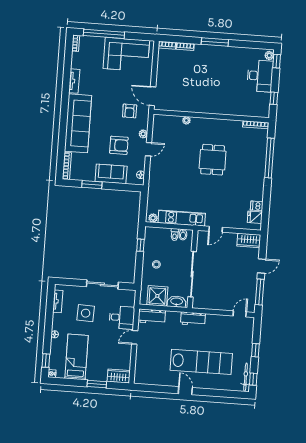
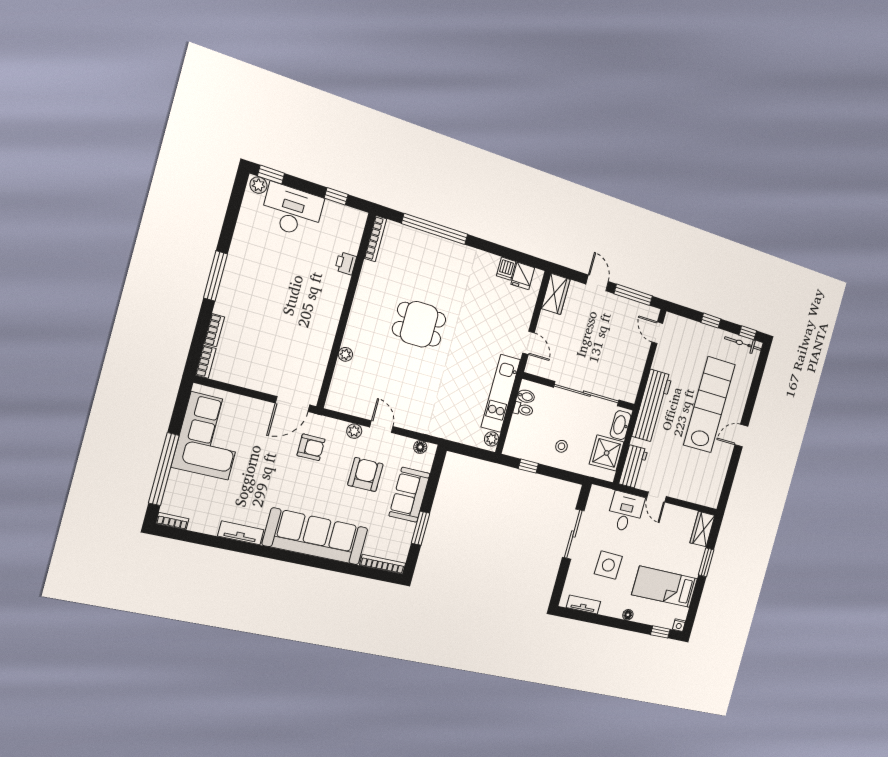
printer: (238, 111) -> (346, 263), added
workbench: (193, 319) -> (652, 406), width x1.88, depth x1.32

